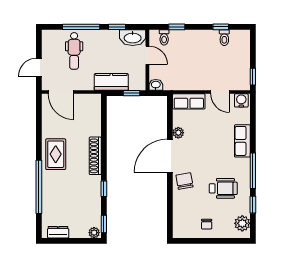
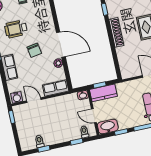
kitchen counter: (111, 82) -> (103, 93), moved
door: (170, 156) -> (61, 45), hinge flipped
chair: (184, 181) -> (34, 50), moved

